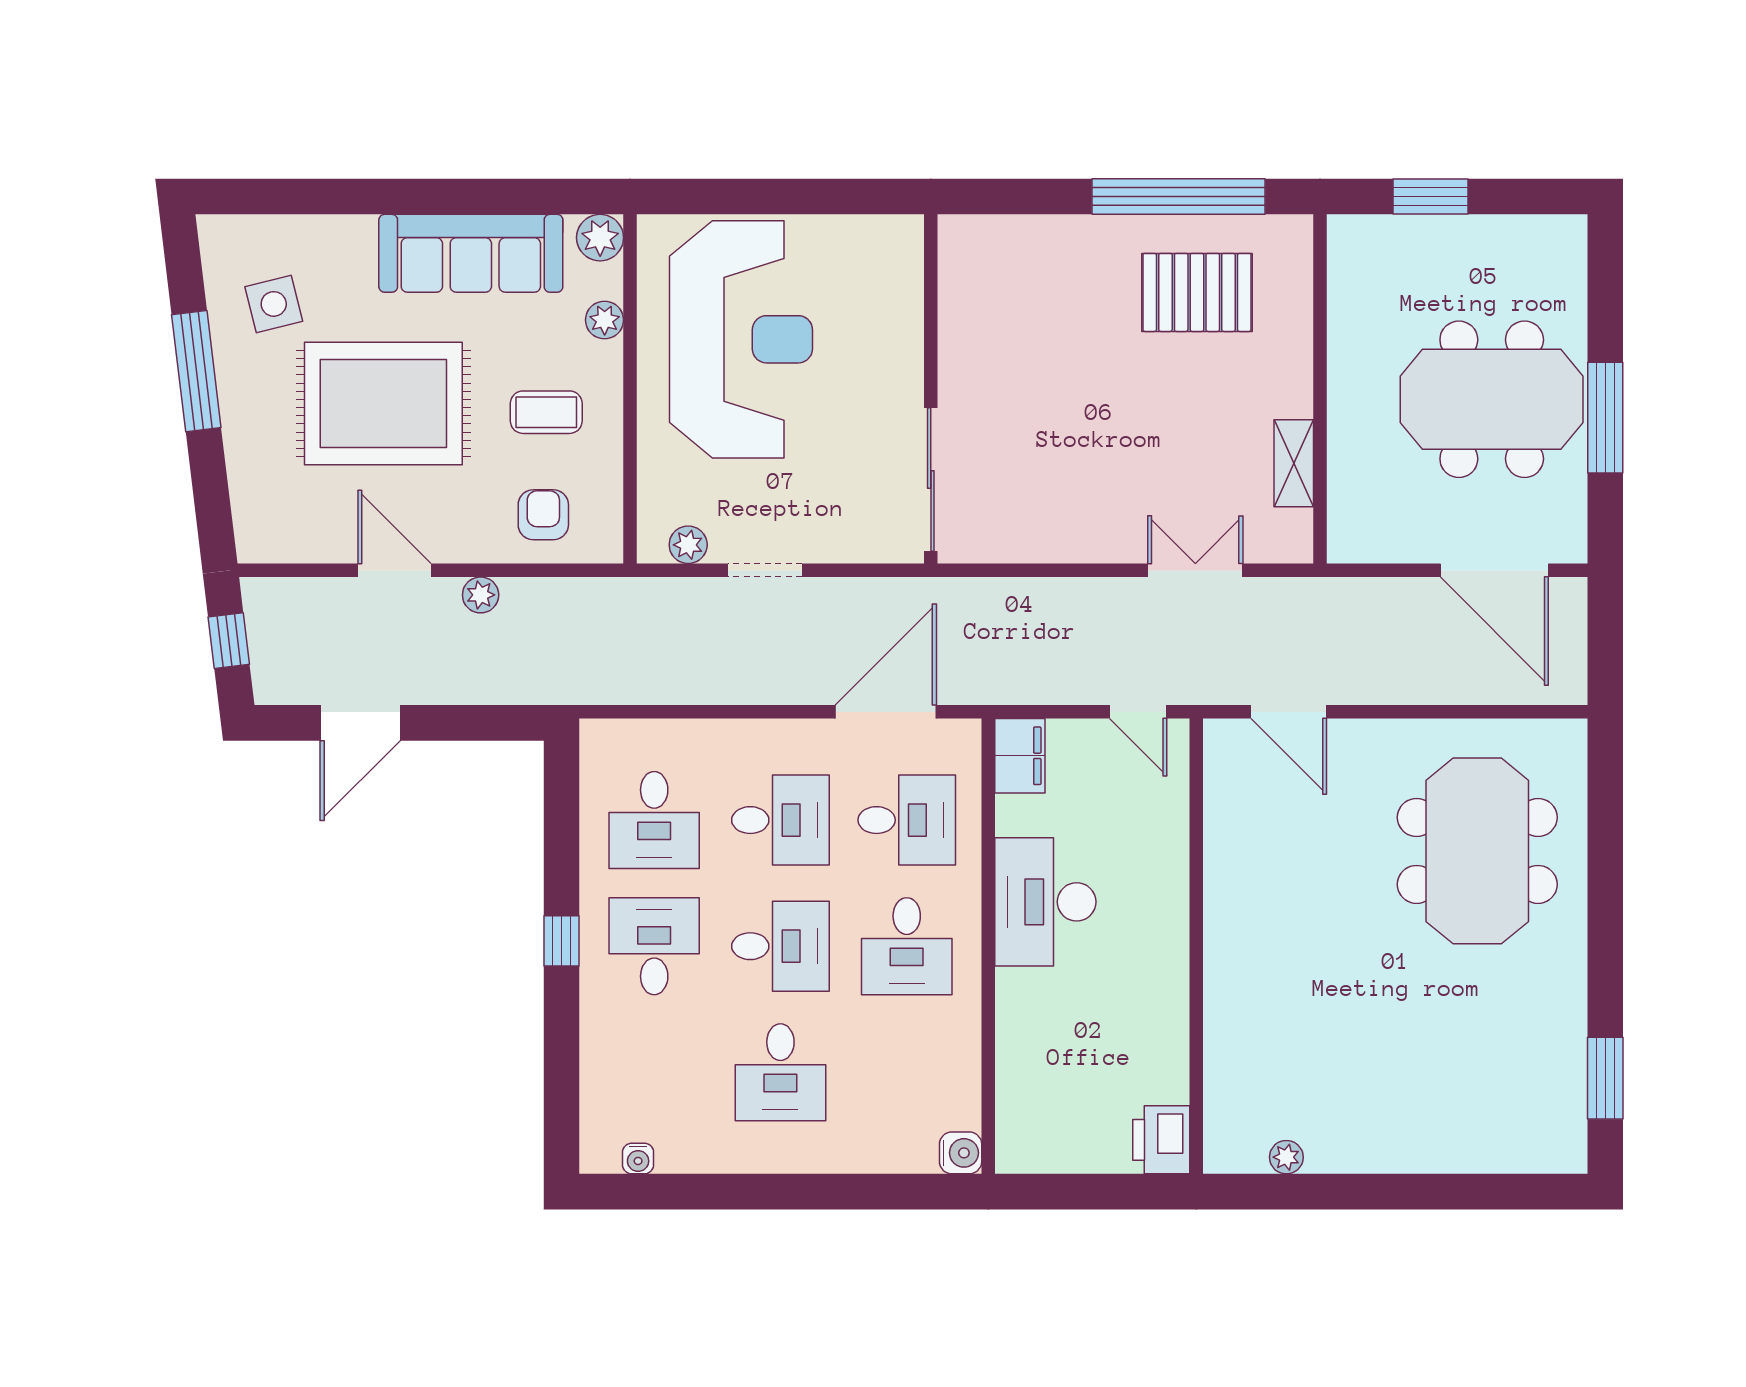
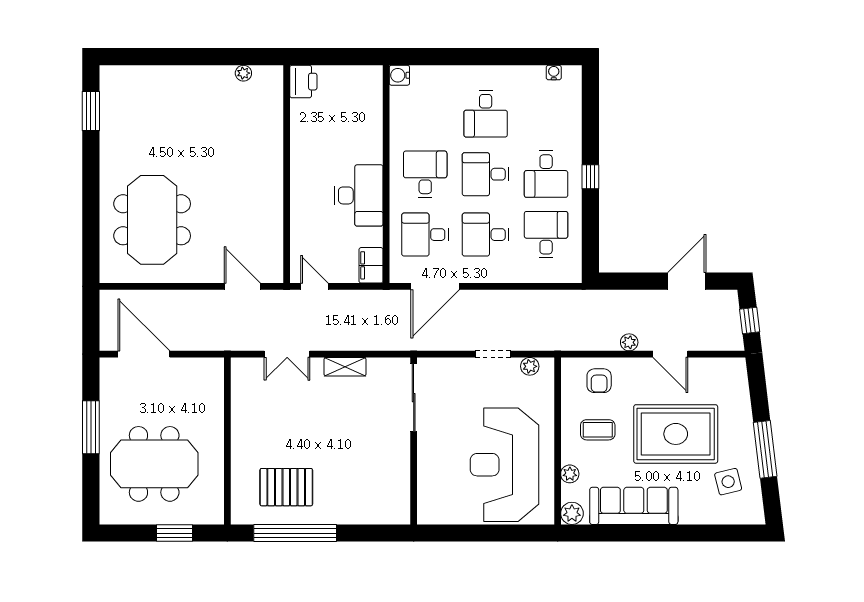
meeting table: (1492, 399) -> (154, 464), moved
shelving: (1294, 463) -> (345, 367), moved, turned 90
desk: (780, 1072) -> (486, 114), turned 180

